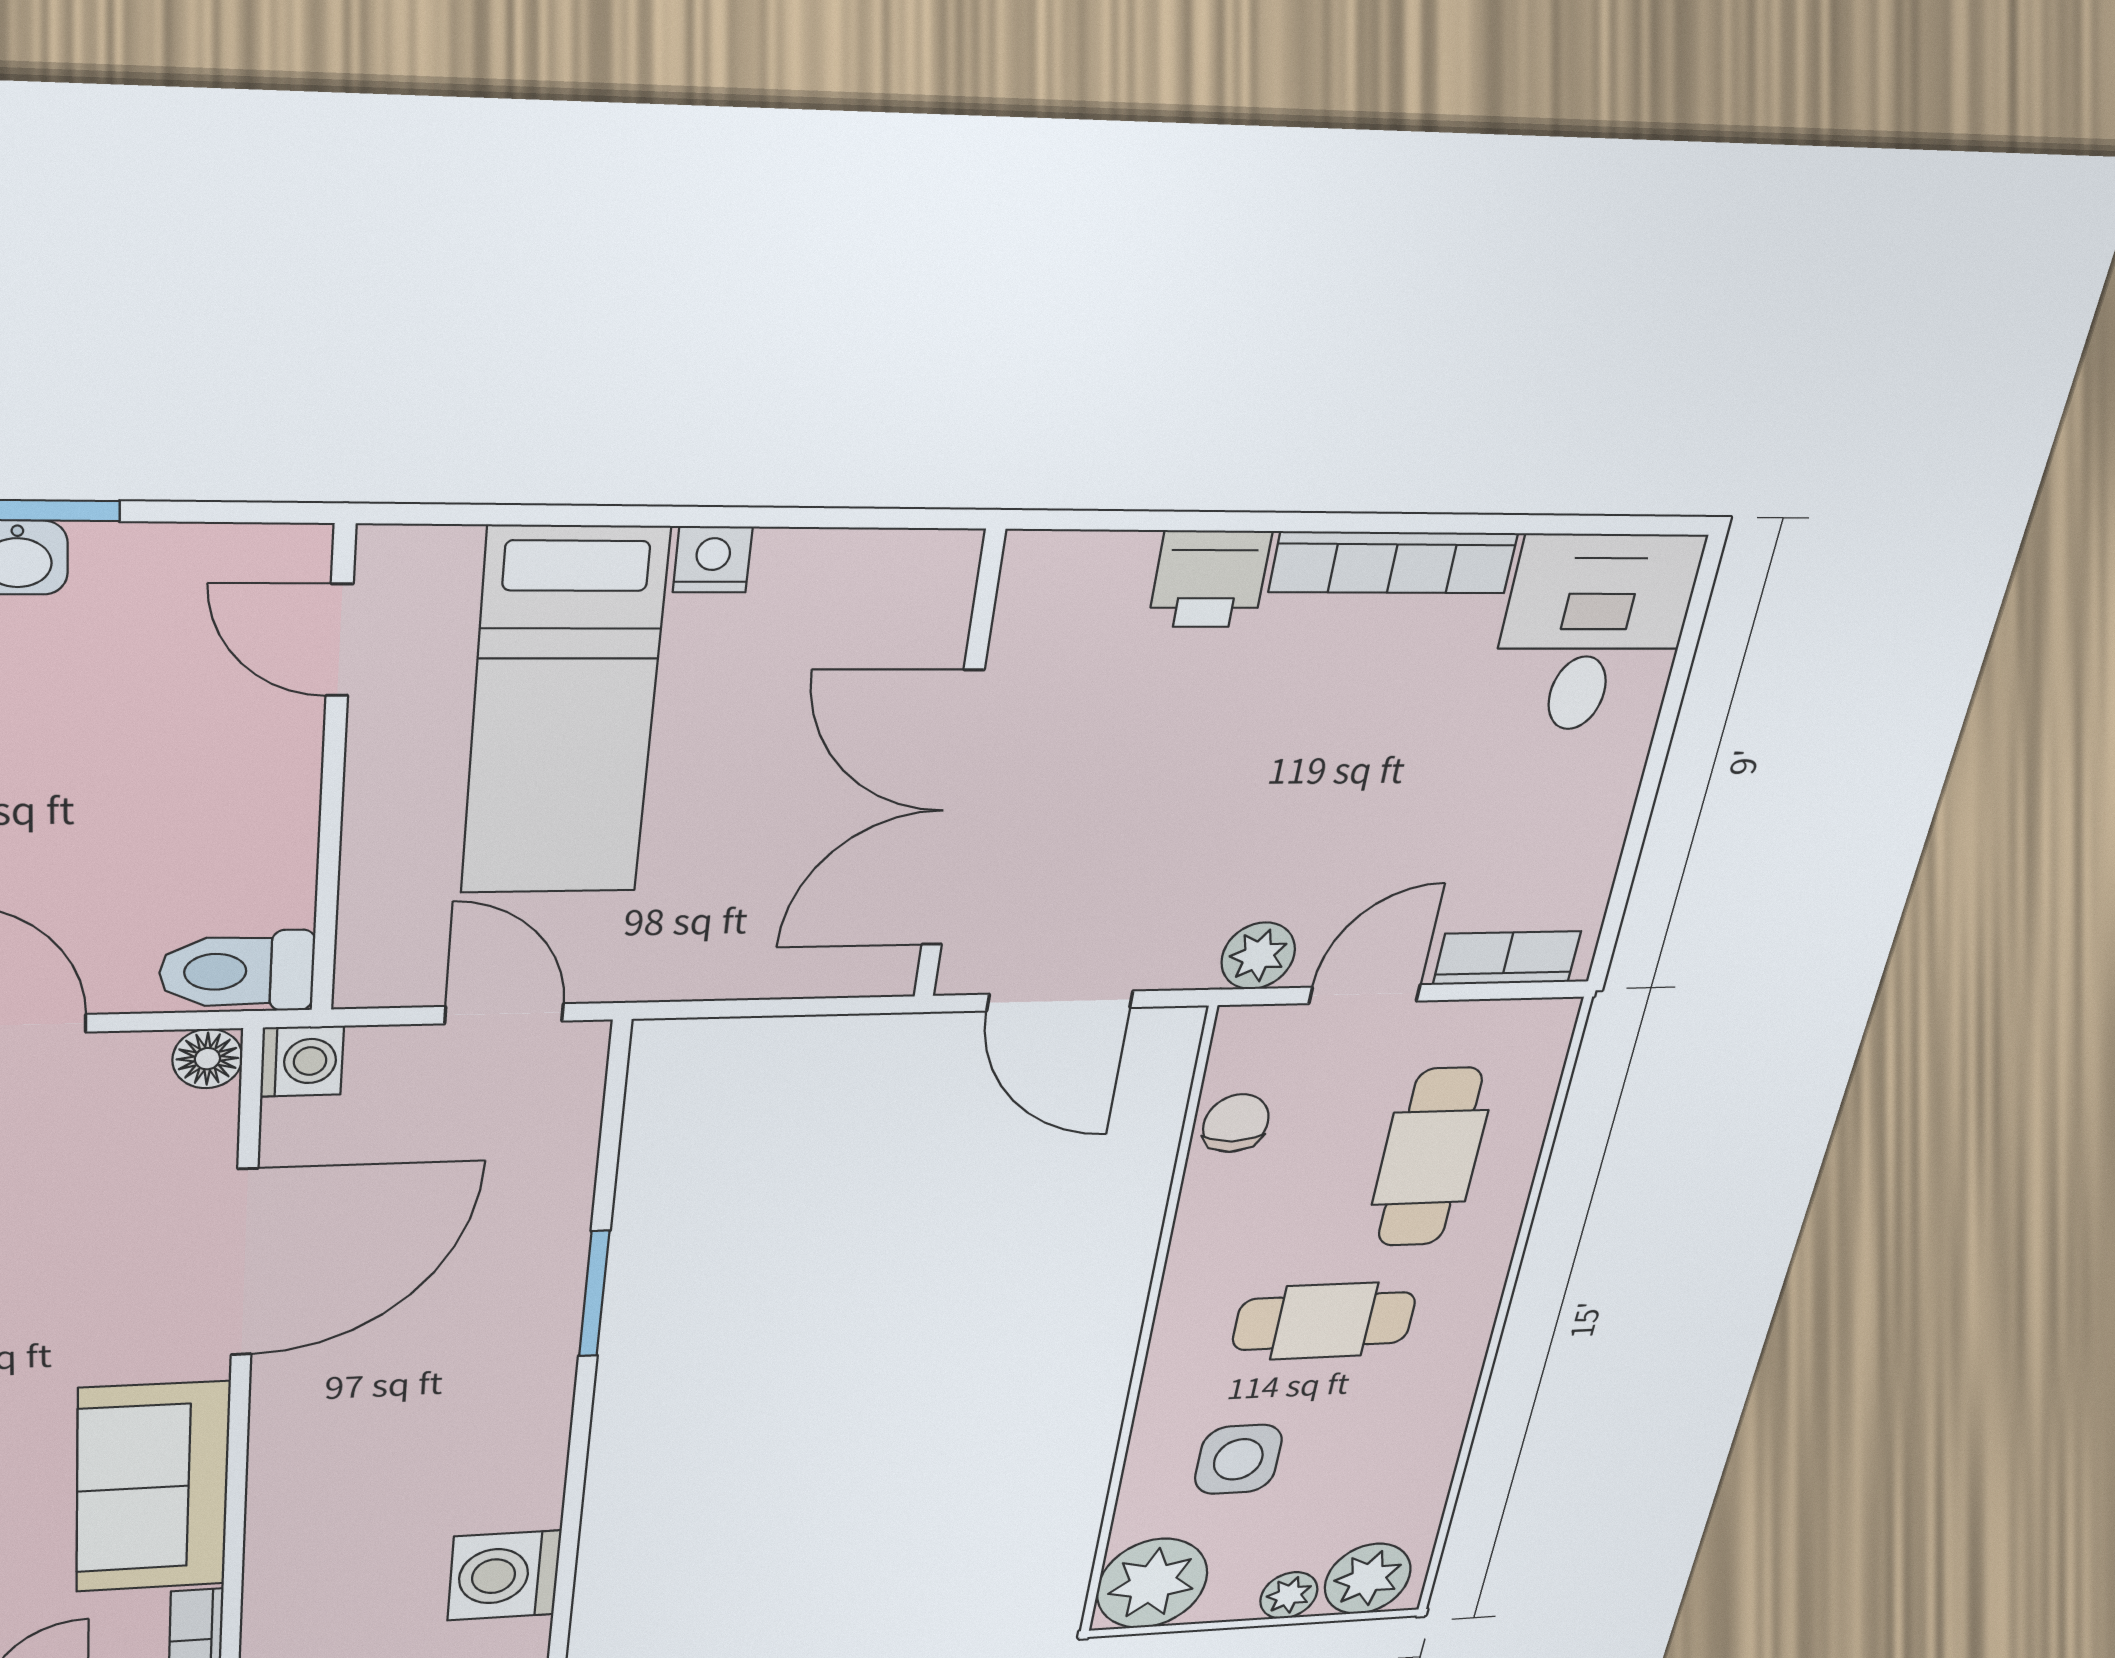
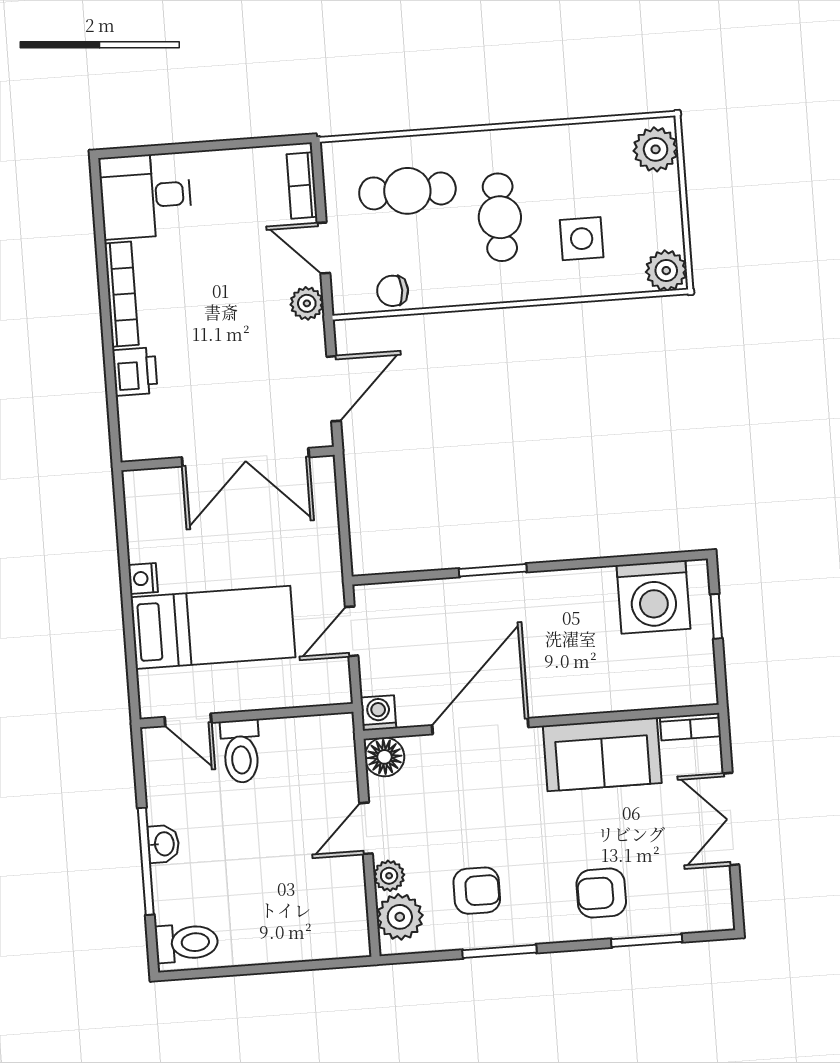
door: (339, 640) -> (188, 720), hinge flipped
toilet: (237, 971) -> (241, 751), moved
floor lamp: (207, 1059) -> (384, 757), width x1.37, depth x1.37
door: (244, 1263) -> (480, 726), hinge flipped
washing machine: (504, 1576) -> (653, 597), width x1.37, depth x1.37
plant: (1152, 1583) -> (666, 271), width x0.73, depth x0.73
plant: (1289, 1595) -> (666, 189), removed

